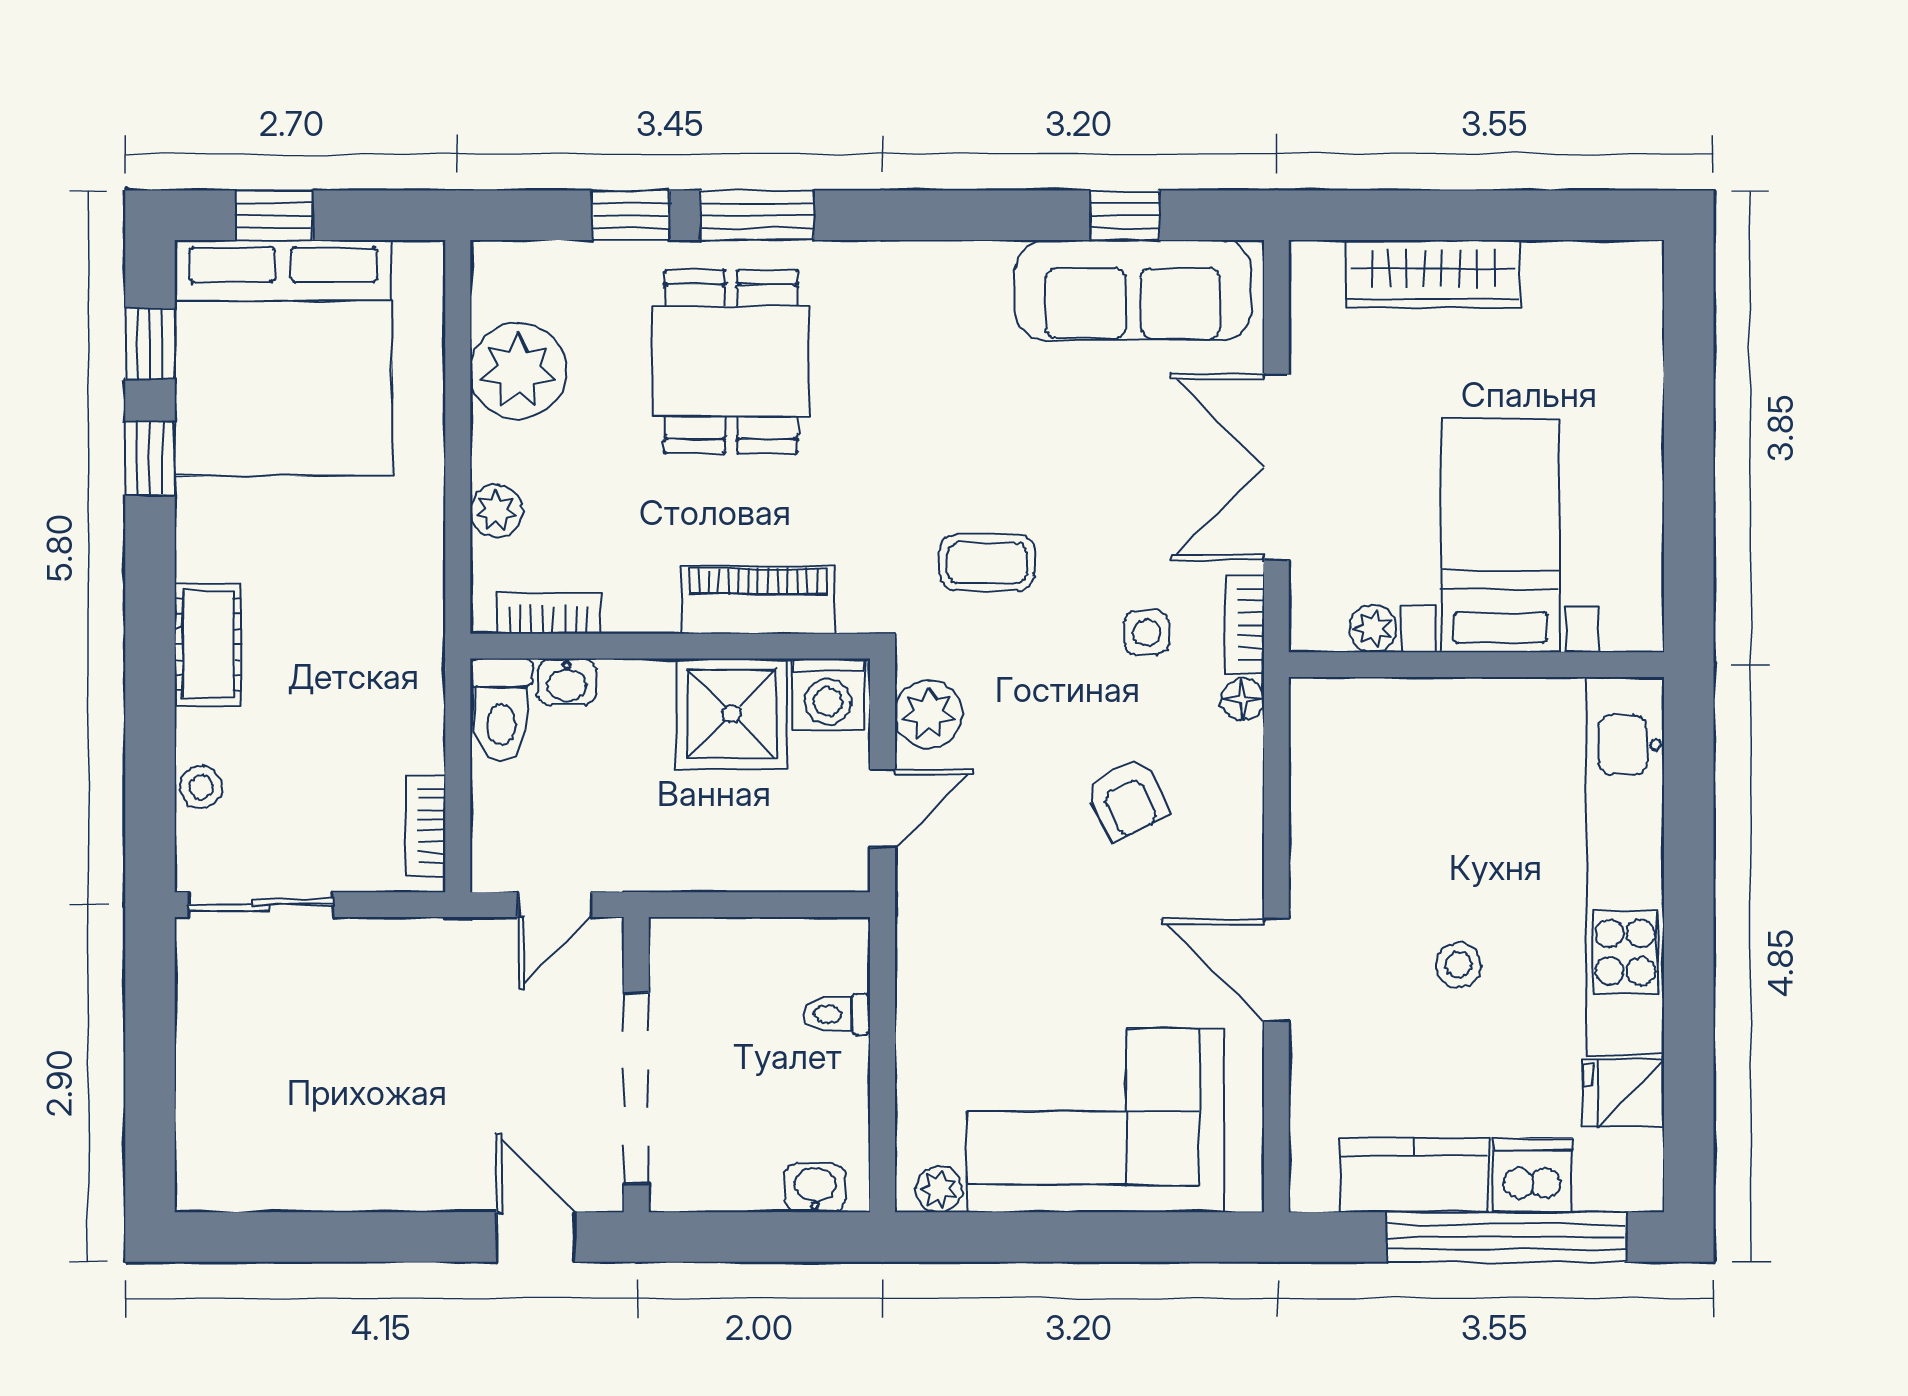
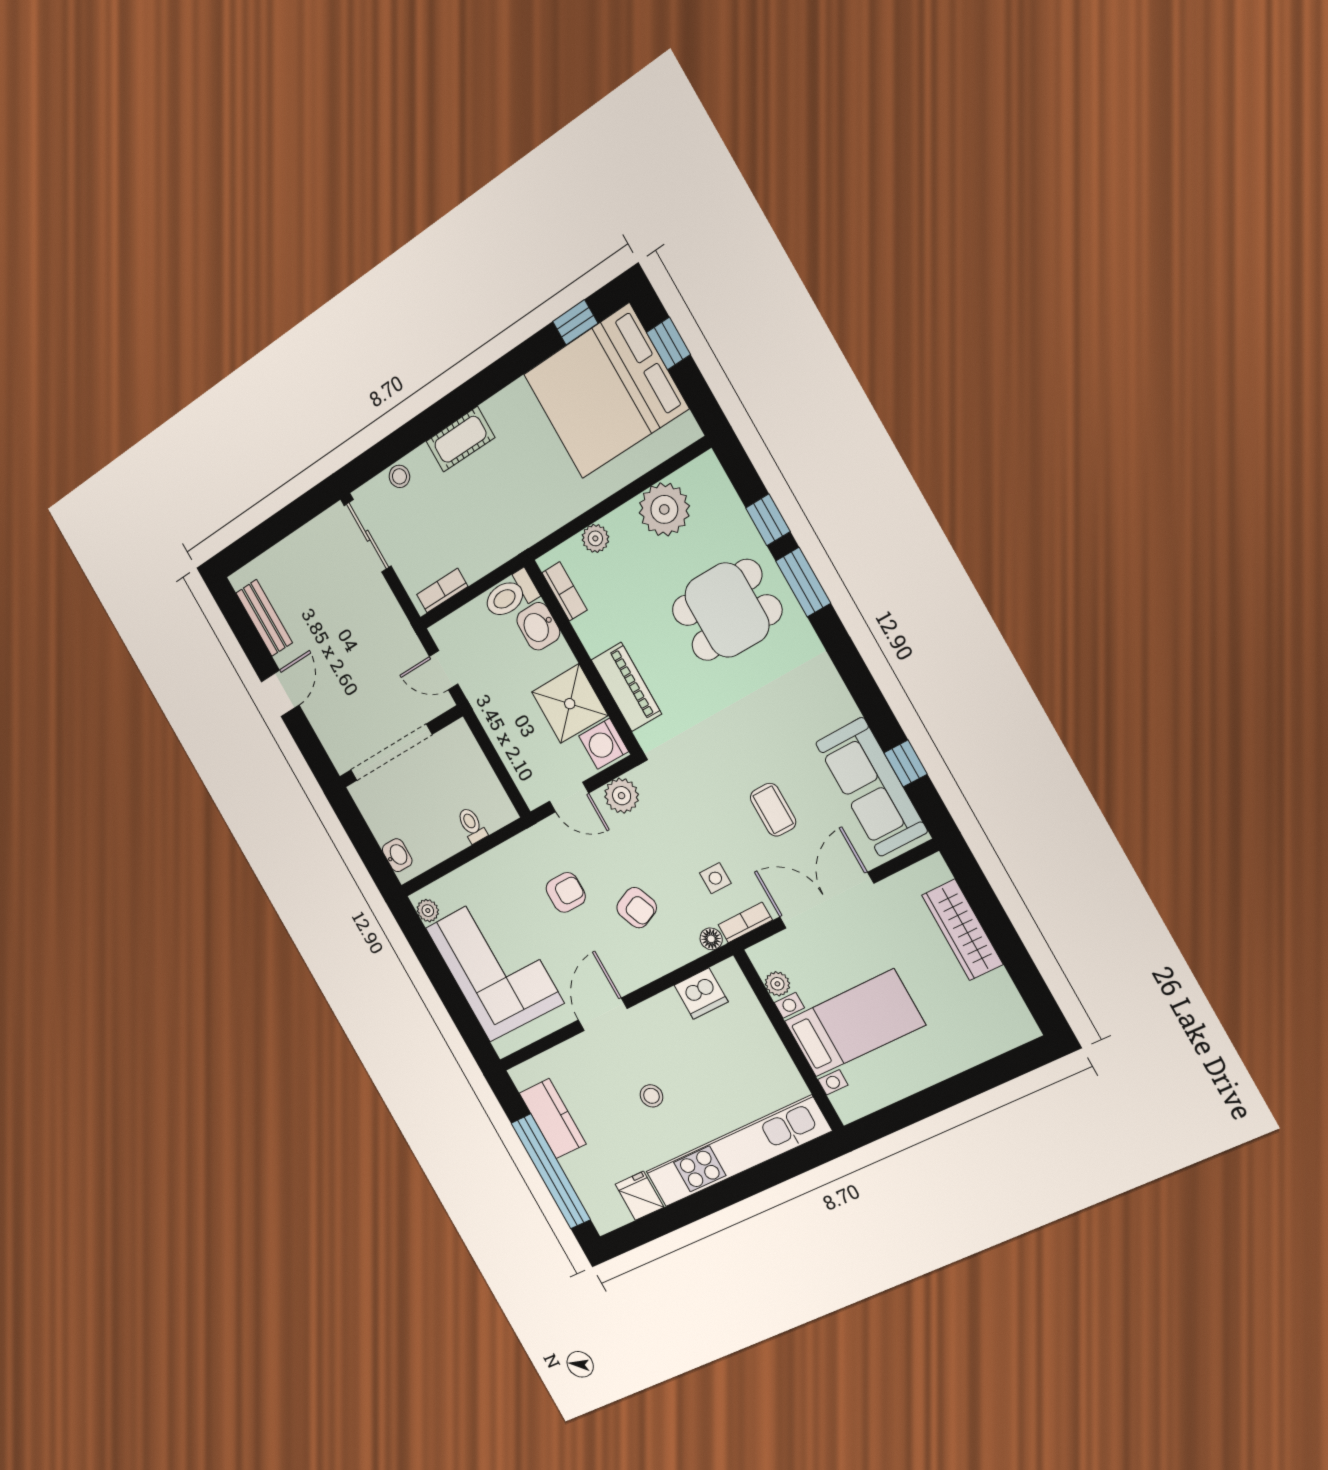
window: (150, 458) -> (525, 357), removed
coffee table: (987, 563) -> (773, 810), moved
washbasin: (567, 682) -> (538, 626), width x1.38, depth x1.45
armchair: (1126, 799) -> (637, 908), turned -87
armchair: (1037, 911) -> (566, 892), added
dishwasher: (1533, 1175) -> (701, 994), moved, turned 90
bench: (282, 1185) -> (264, 618), added
door: (536, 1237) -> (280, 693), moved

